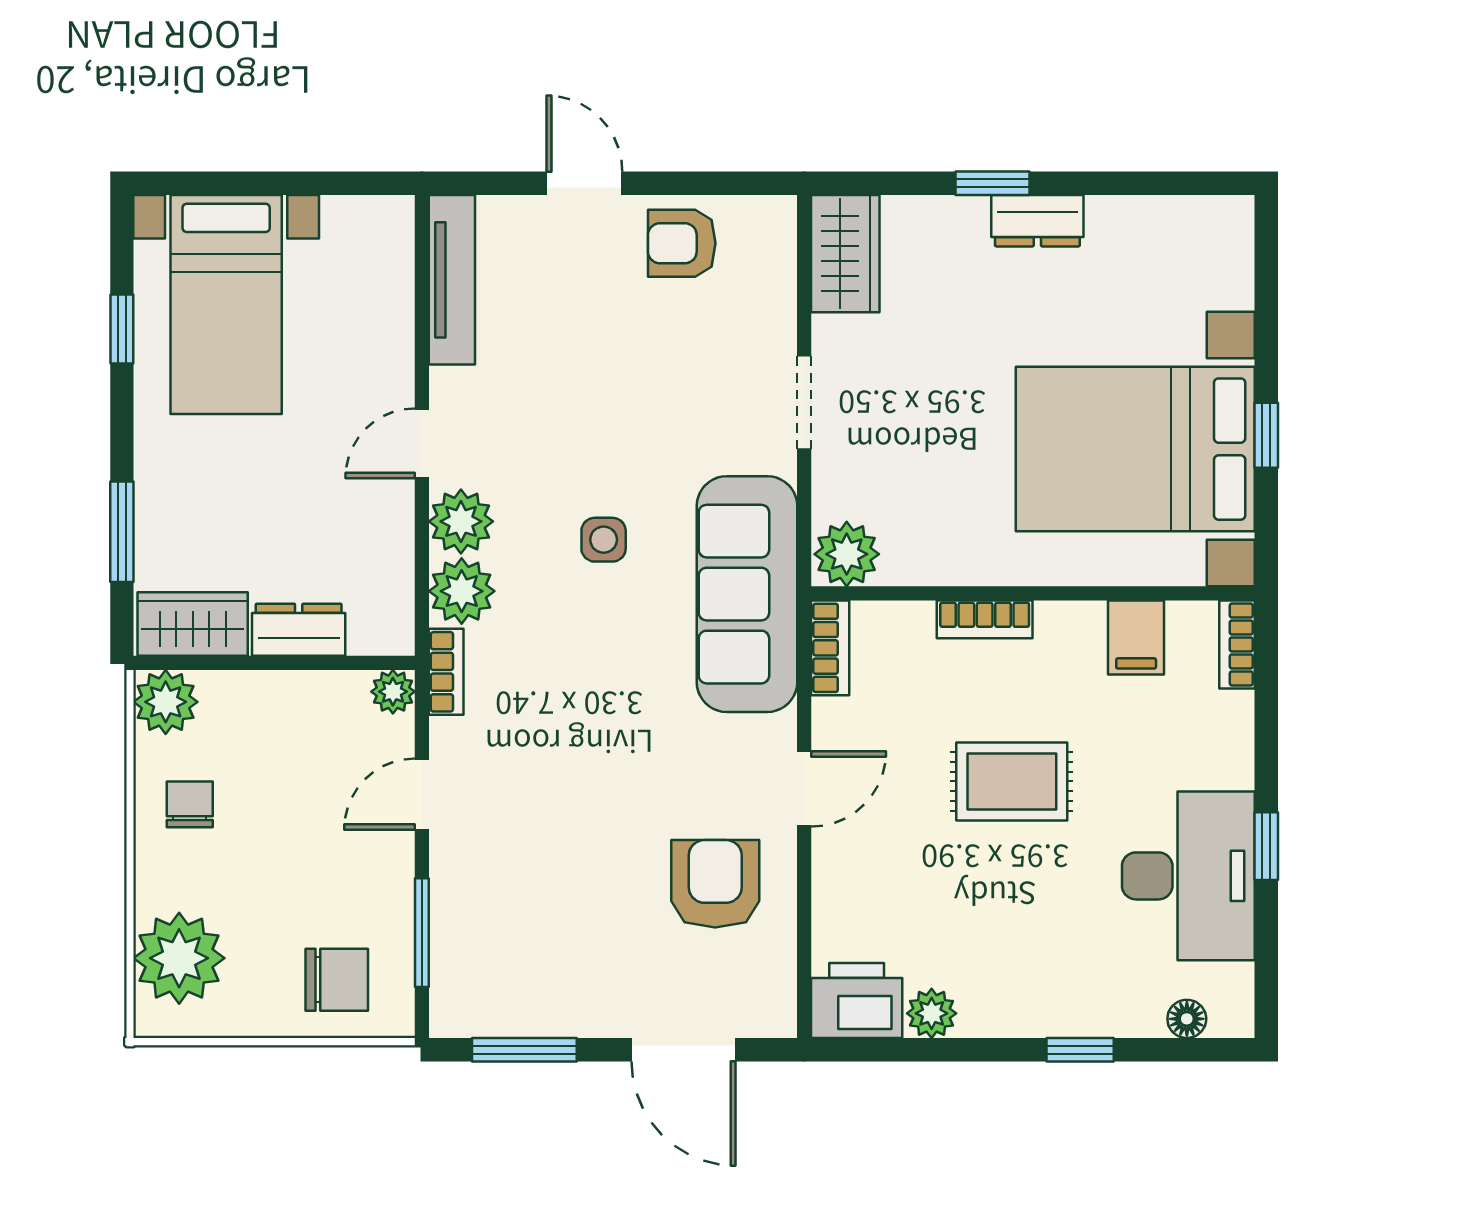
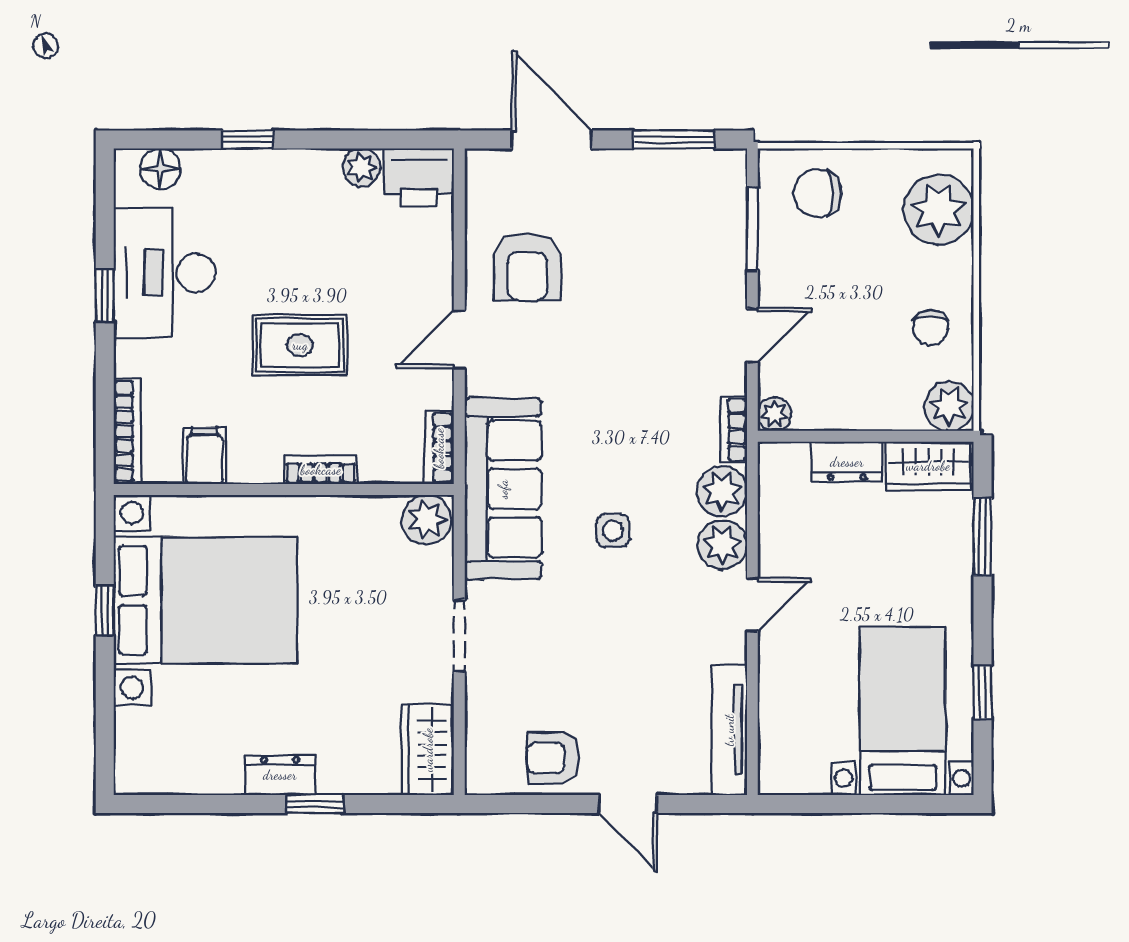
armchair: (682, 243) -> (553, 758), turned 180
bookcase: (1237, 644) -> (127, 431), width x1.56
floor lamp: (1187, 1019) -> (160, 169), width x1.37, depth x1.37

